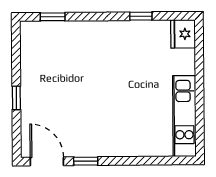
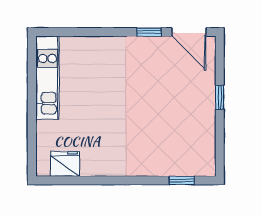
window: (141, 16) -> (91, 180), removed
fridge: (183, 34) -> (65, 164), moved, turned -90

